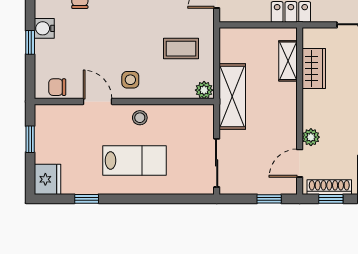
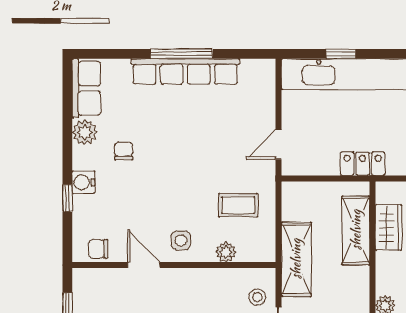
shelving: (288, 61) -> (356, 230), width x1.50, depth x1.33
plant: (204, 90) -> (226, 252), moved
stool: (140, 118) -> (257, 297), moved

